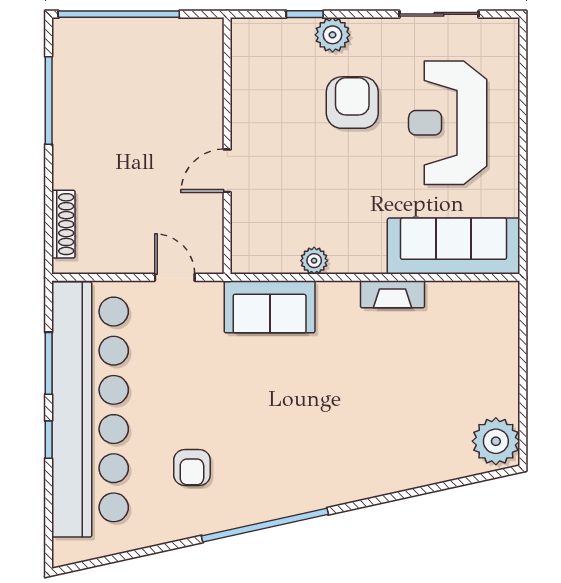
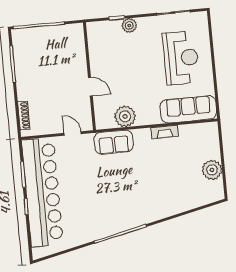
armchair: (352, 103) -> (140, 53), removed
reception desk: (448, 123) -> (181, 58), turned 180
door: (227, 171) -> (90, 87), swing flipped
plant: (314, 261) -> (125, 116), width x1.88, depth x1.88
plant: (496, 441) -> (212, 170), moved
armchair: (192, 468) -> (87, 213), removed

